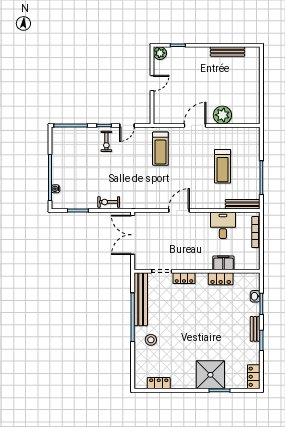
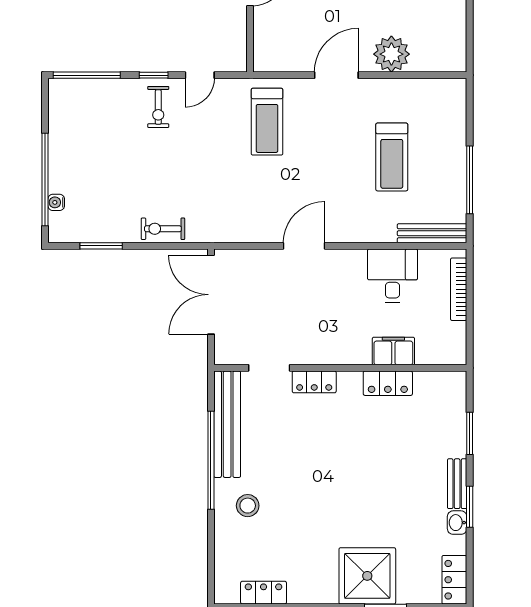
washbasin: (255, 296) -> (457, 523), moved

